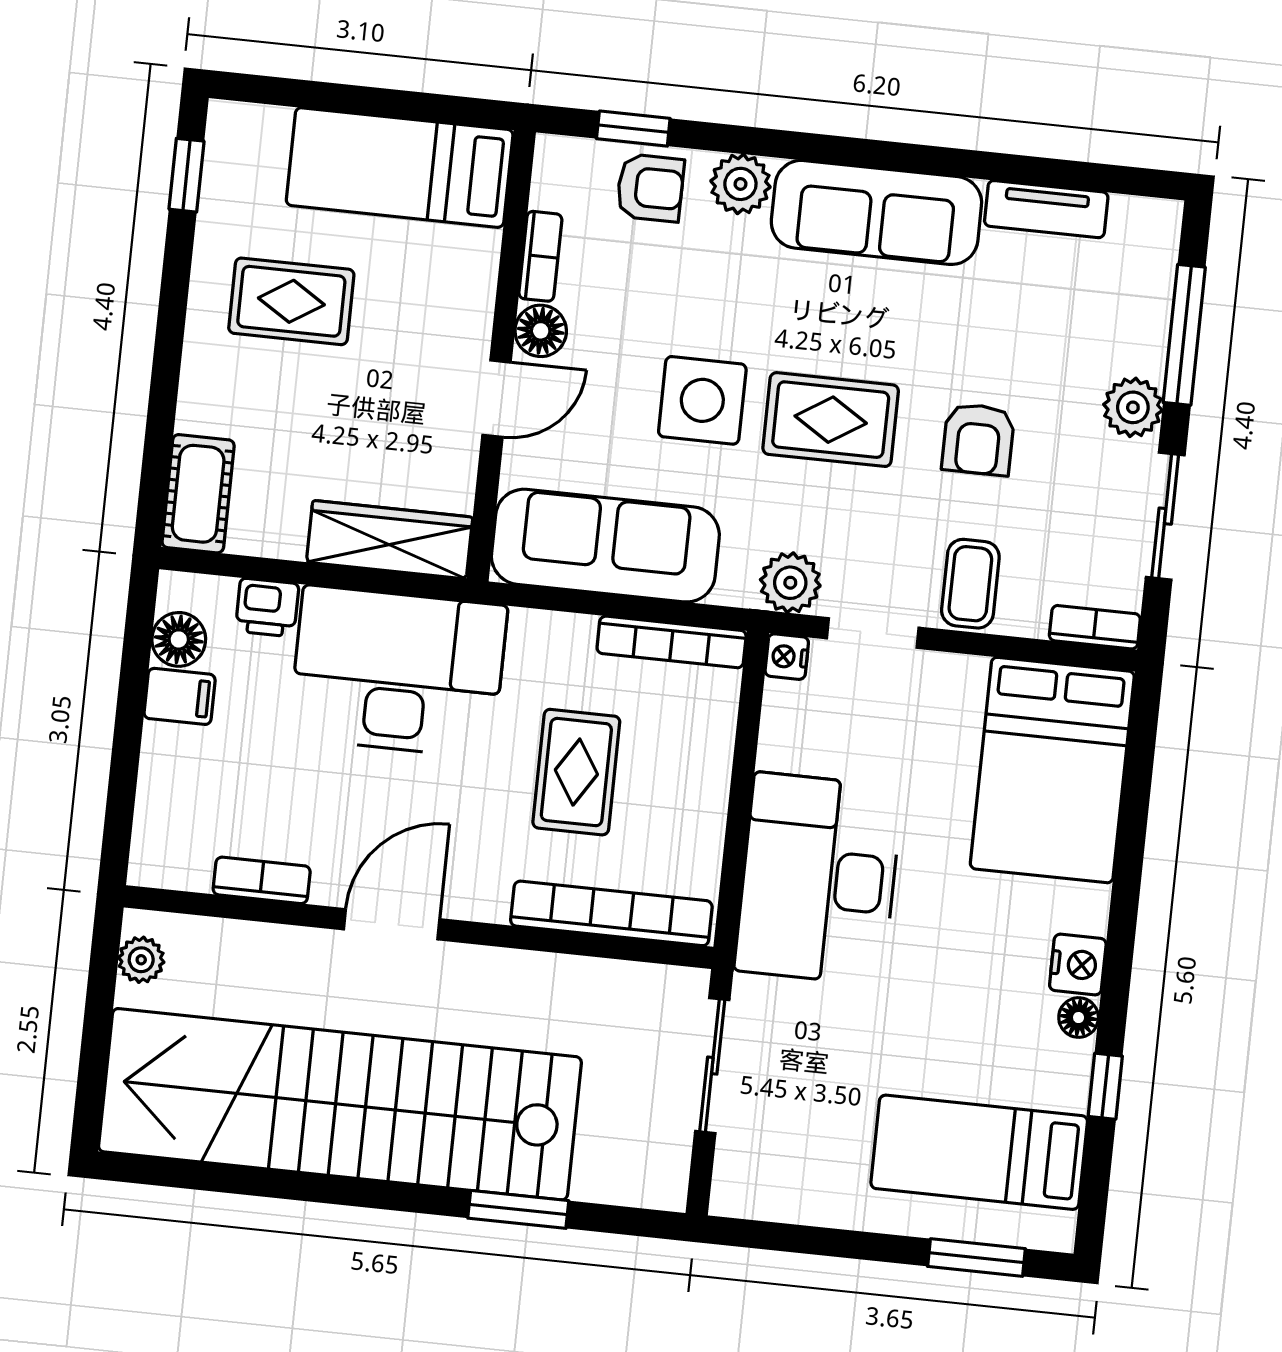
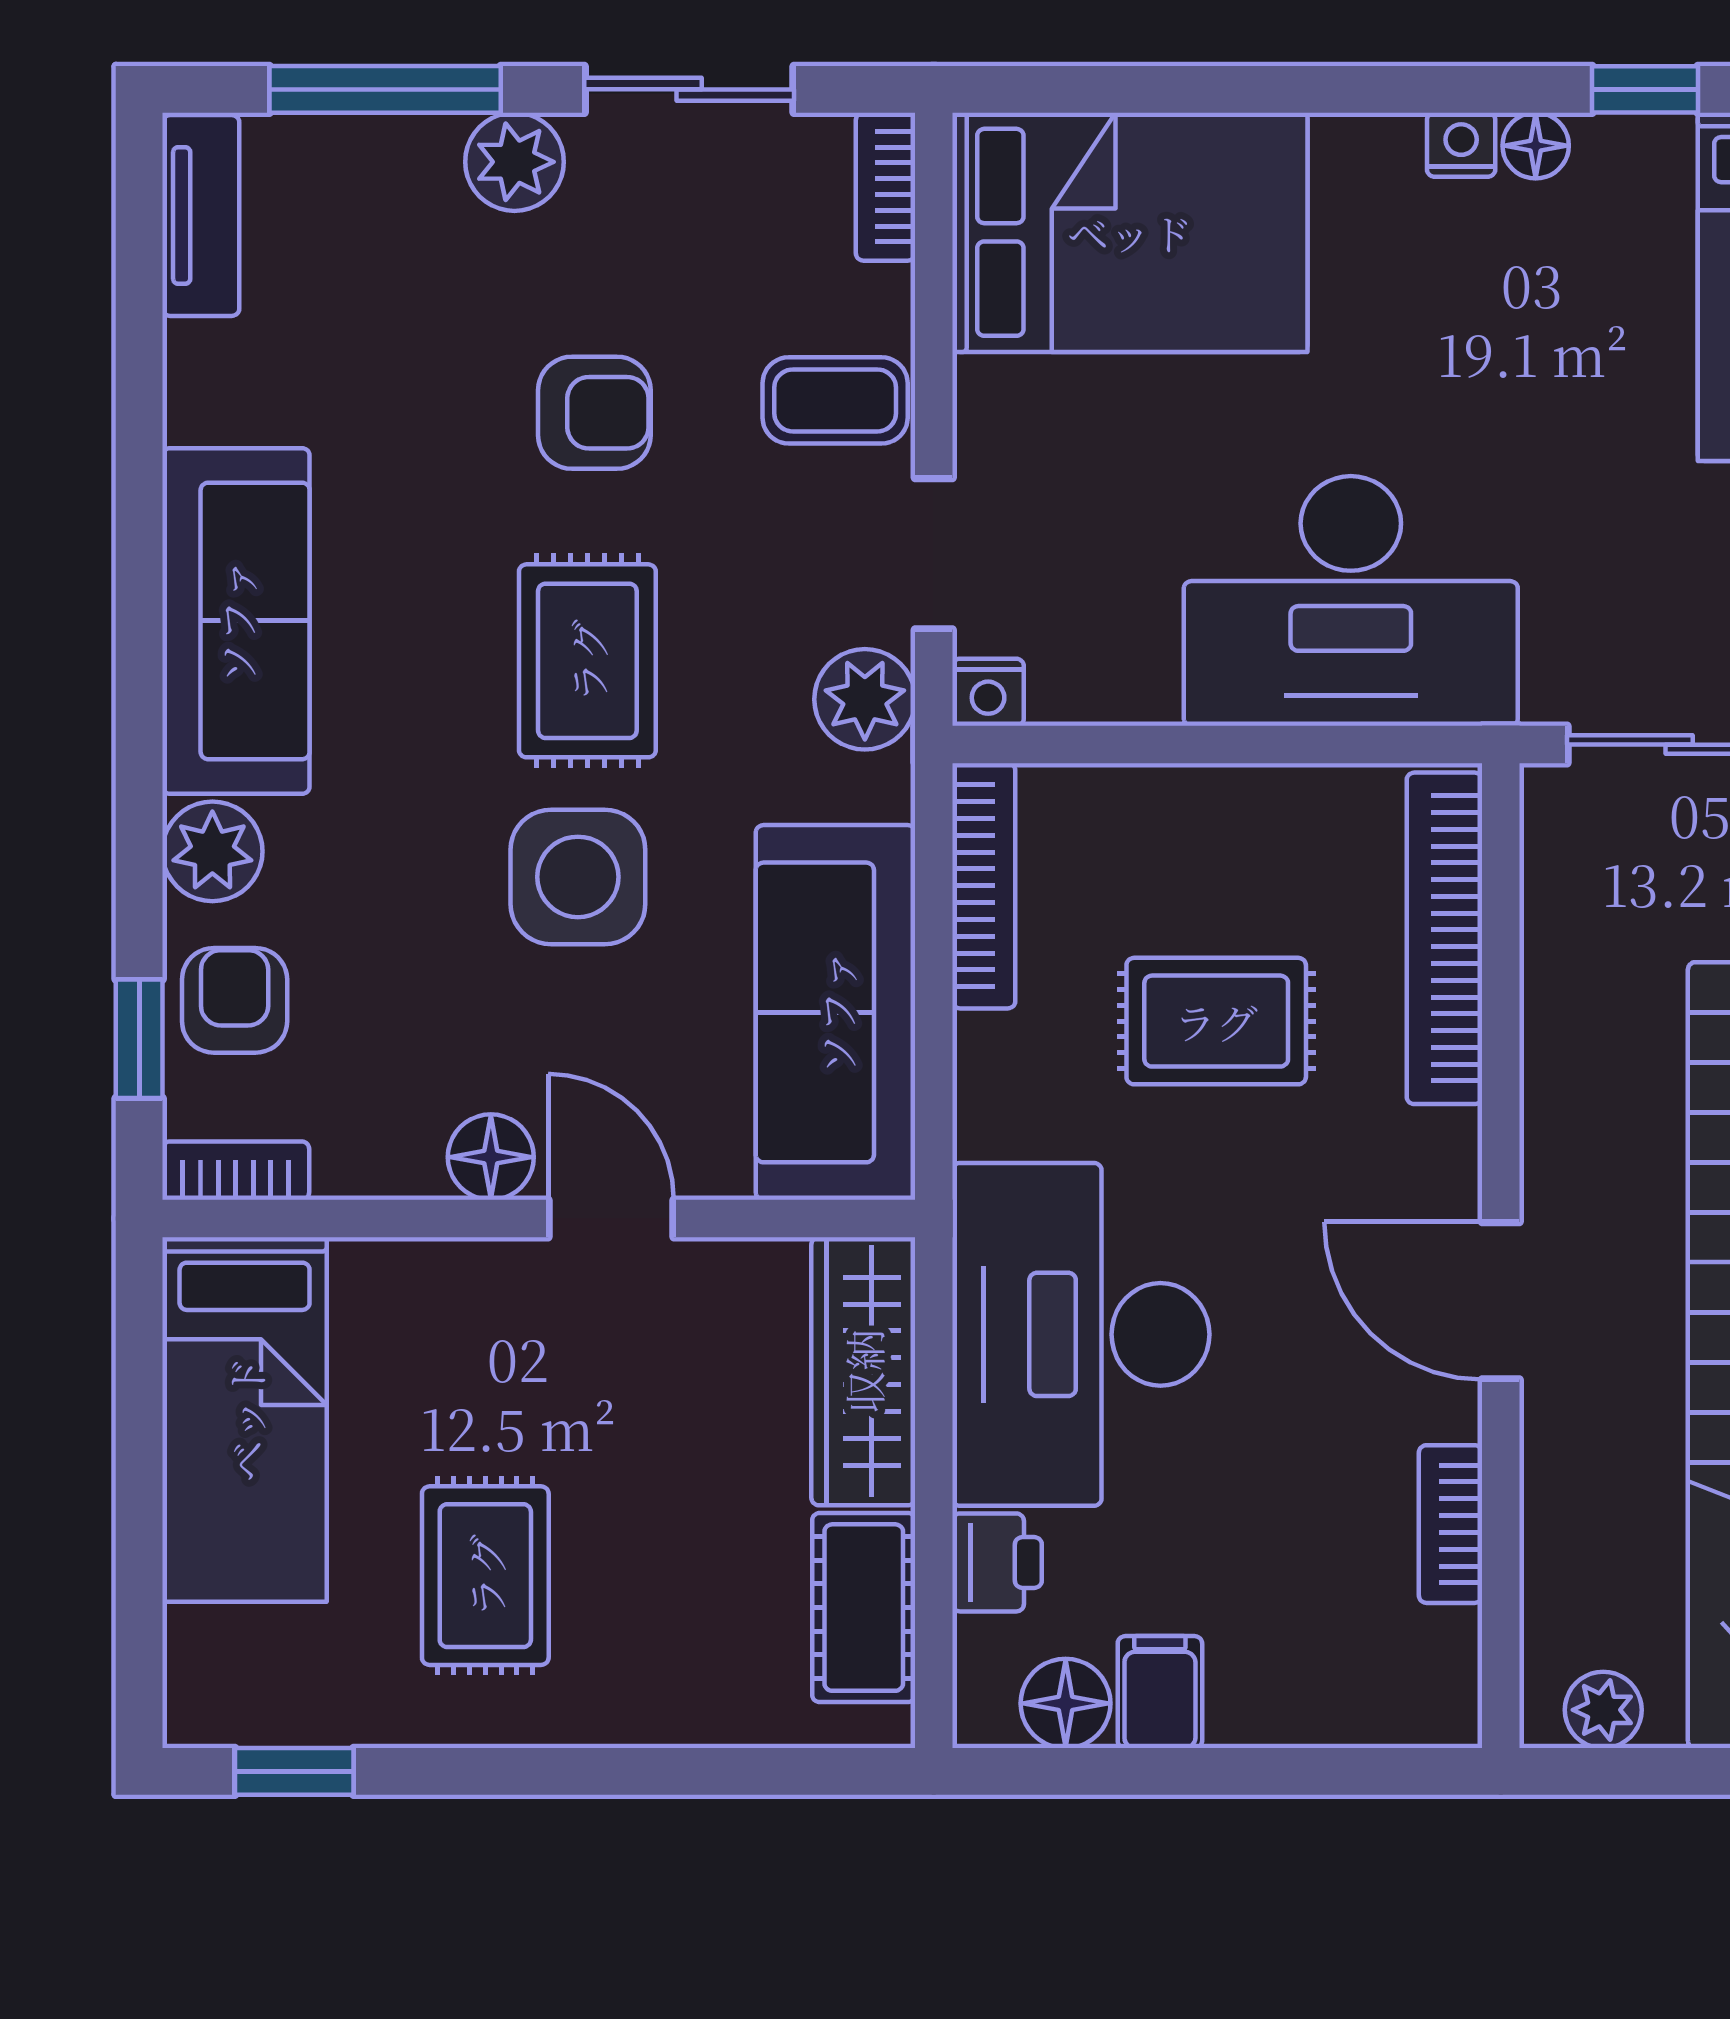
tv unit: (1046, 209) -> (201, 215), moved
bookcase: (540, 256) -> (236, 1171), moved
cot: (198, 494) -> (864, 1608), moved, turned 90
nightstand: (1078, 965) -> (1461, 145), width x0.72, depth x0.74

